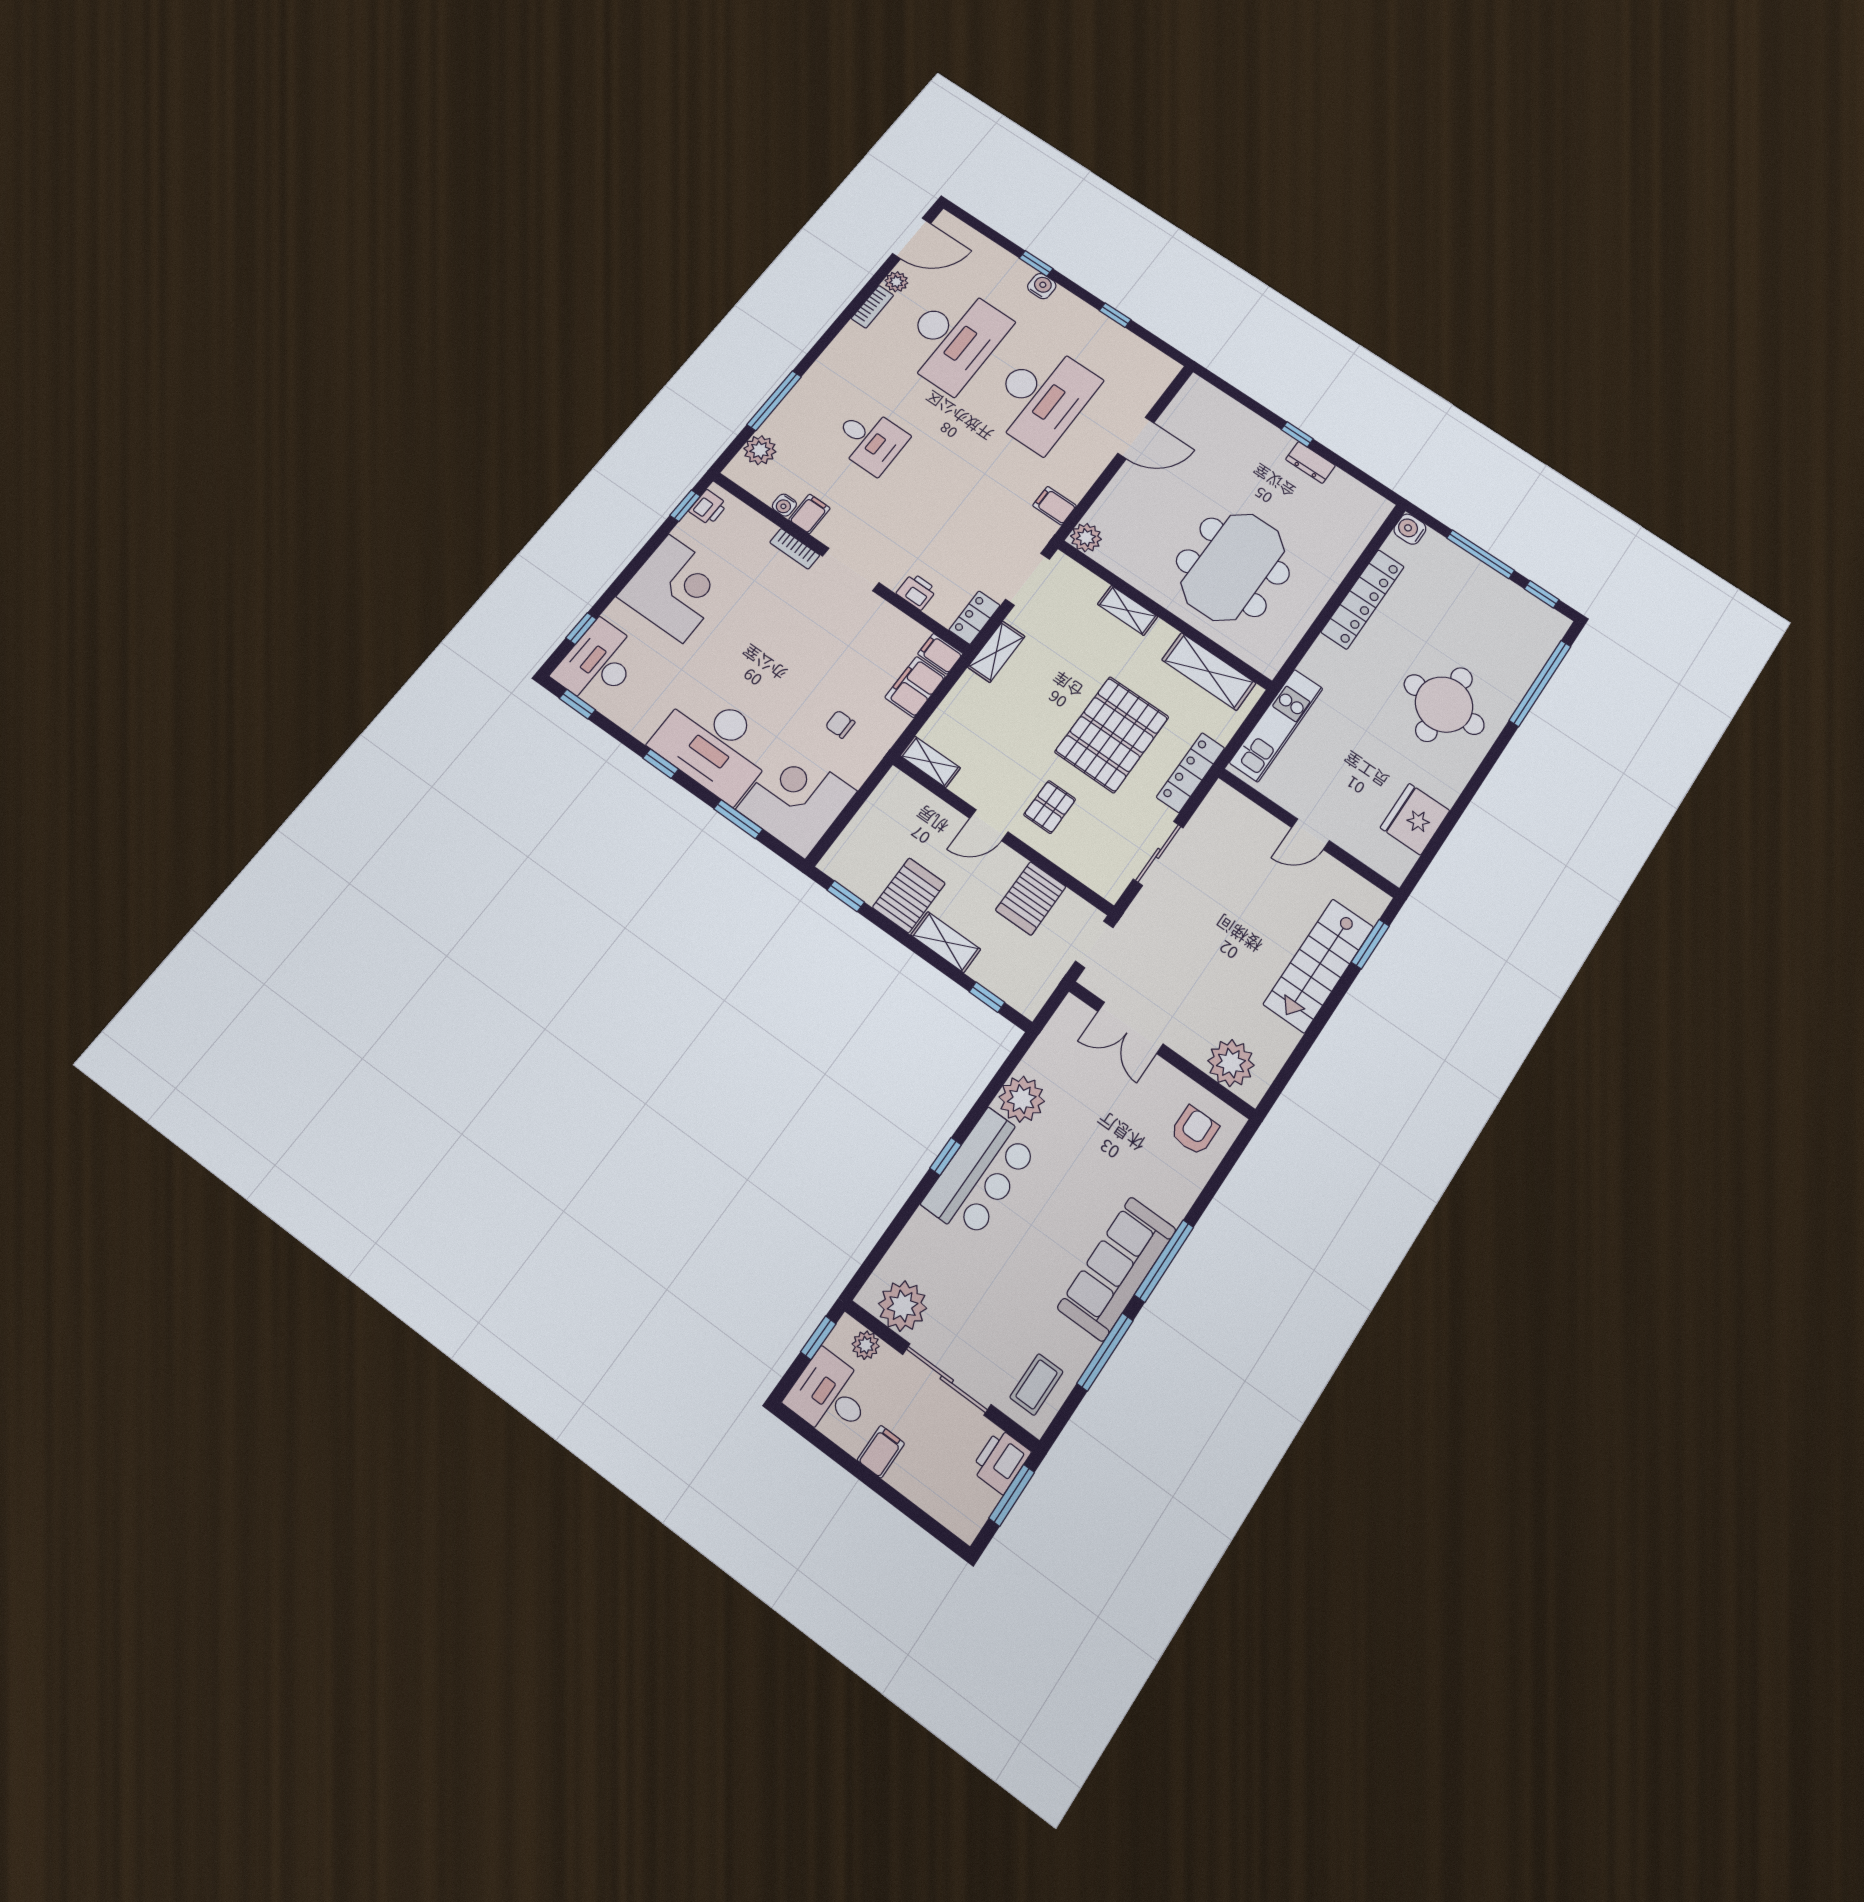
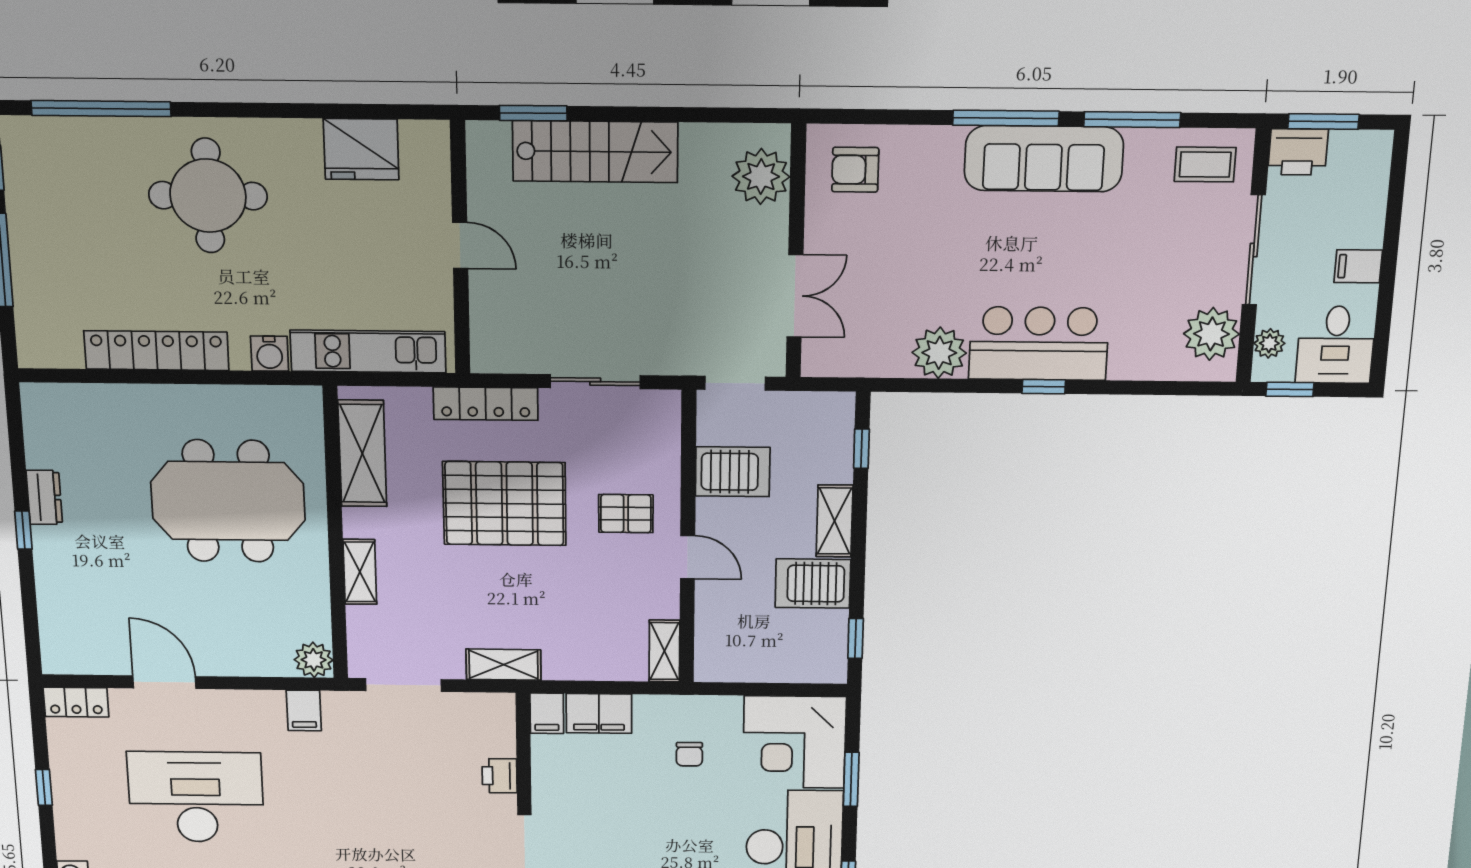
water cooler: (1410, 529) -> (270, 354), moved
locker: (975, 618) -> (76, 702), moved

